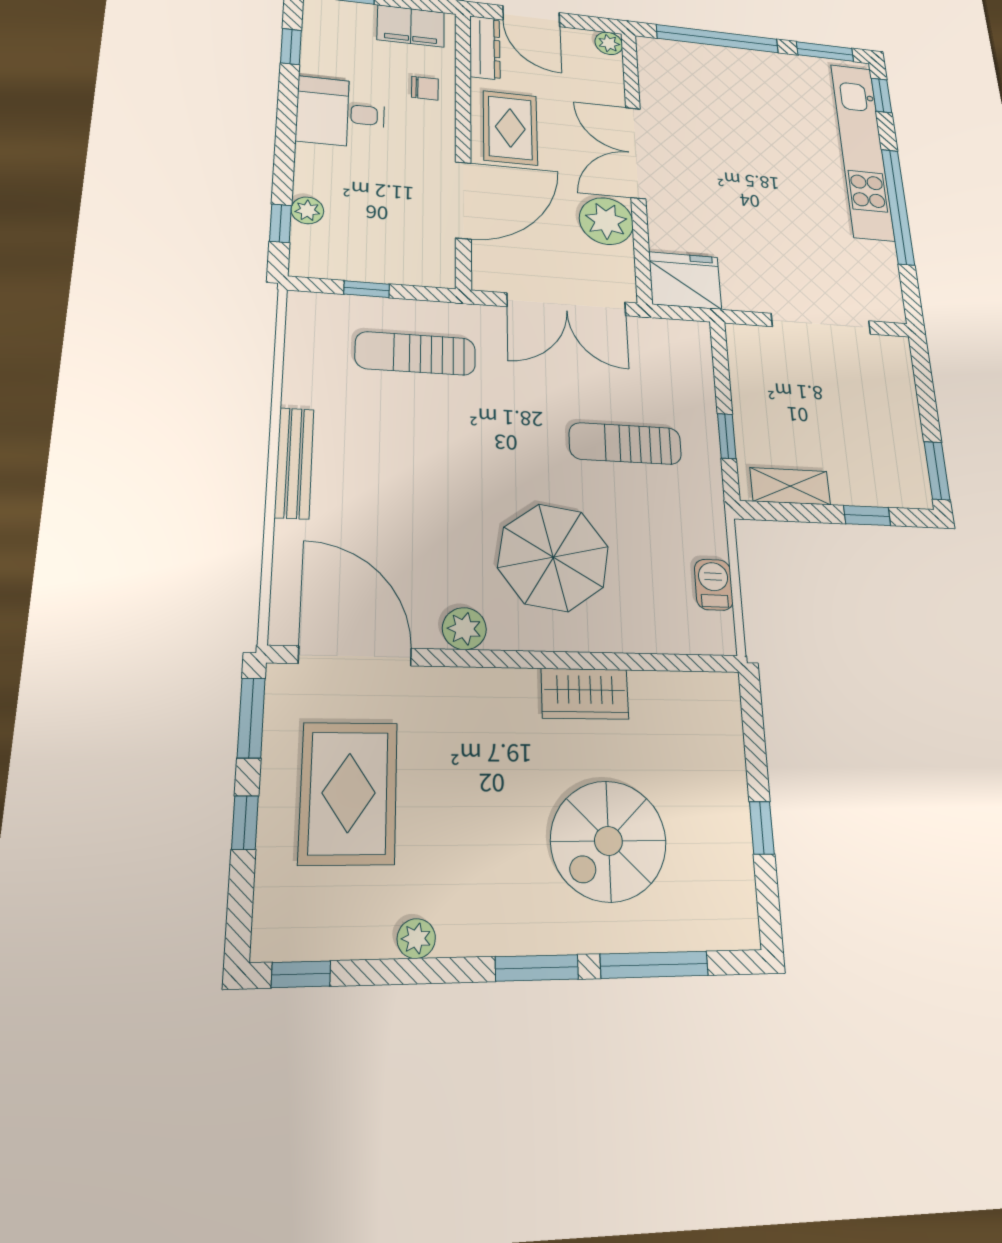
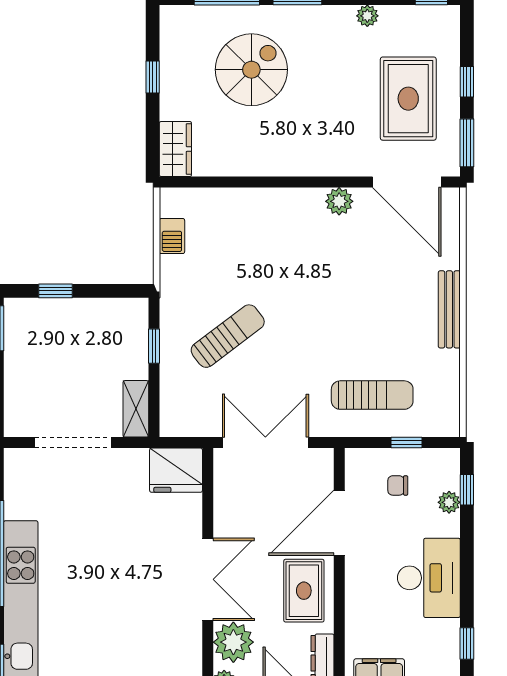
chair: (425, 88) -> (398, 485), moved
desk: (341, 113) -> (429, 578), width x1.37
plant: (606, 221) -> (233, 642), moved
sun lounger: (625, 444) -> (228, 336), turned -37
shelving: (790, 486) -> (136, 409), moved, turned 90
parasol: (553, 557) -> (280, 251), removed
wardrobe: (585, 694) -> (175, 149), moved, turned 90

